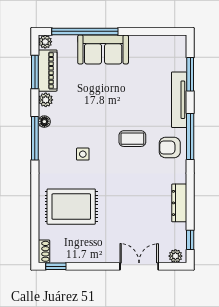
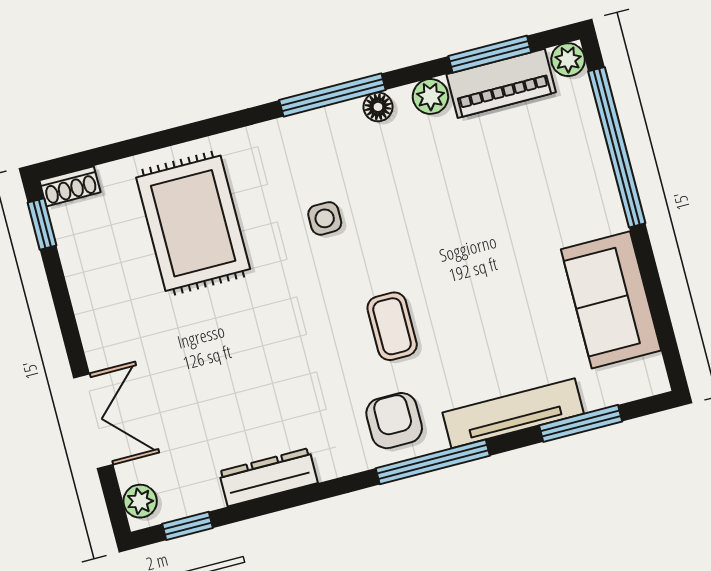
sofa: (103, 50) -> (611, 300), moved

